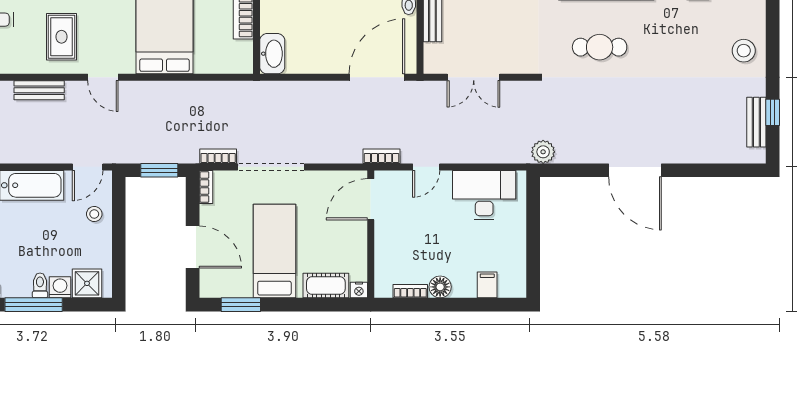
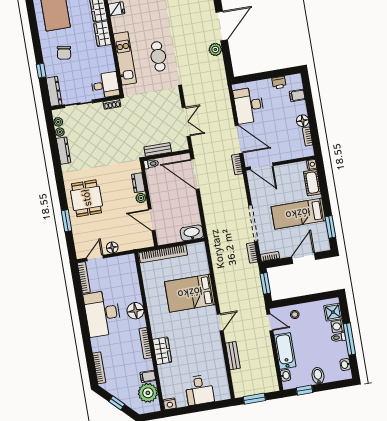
rug: (62, 37) -> (202, 348), removed
plant: (543, 152) -> (215, 49), moved
door: (426, 167) -> (239, 139), width x1.87
printer: (516, 256) -> (279, 83), added

